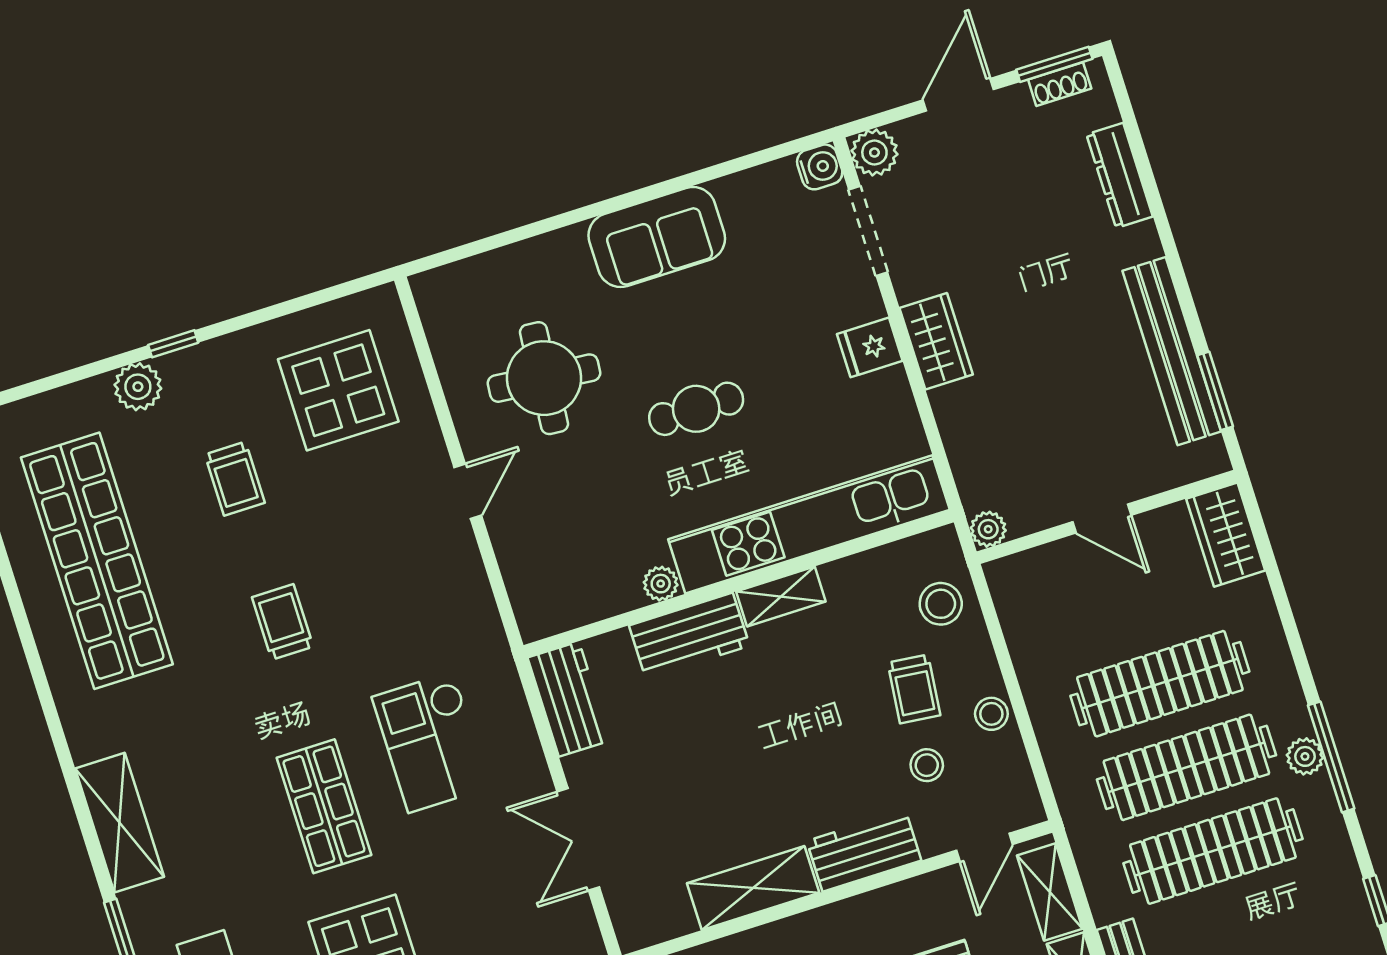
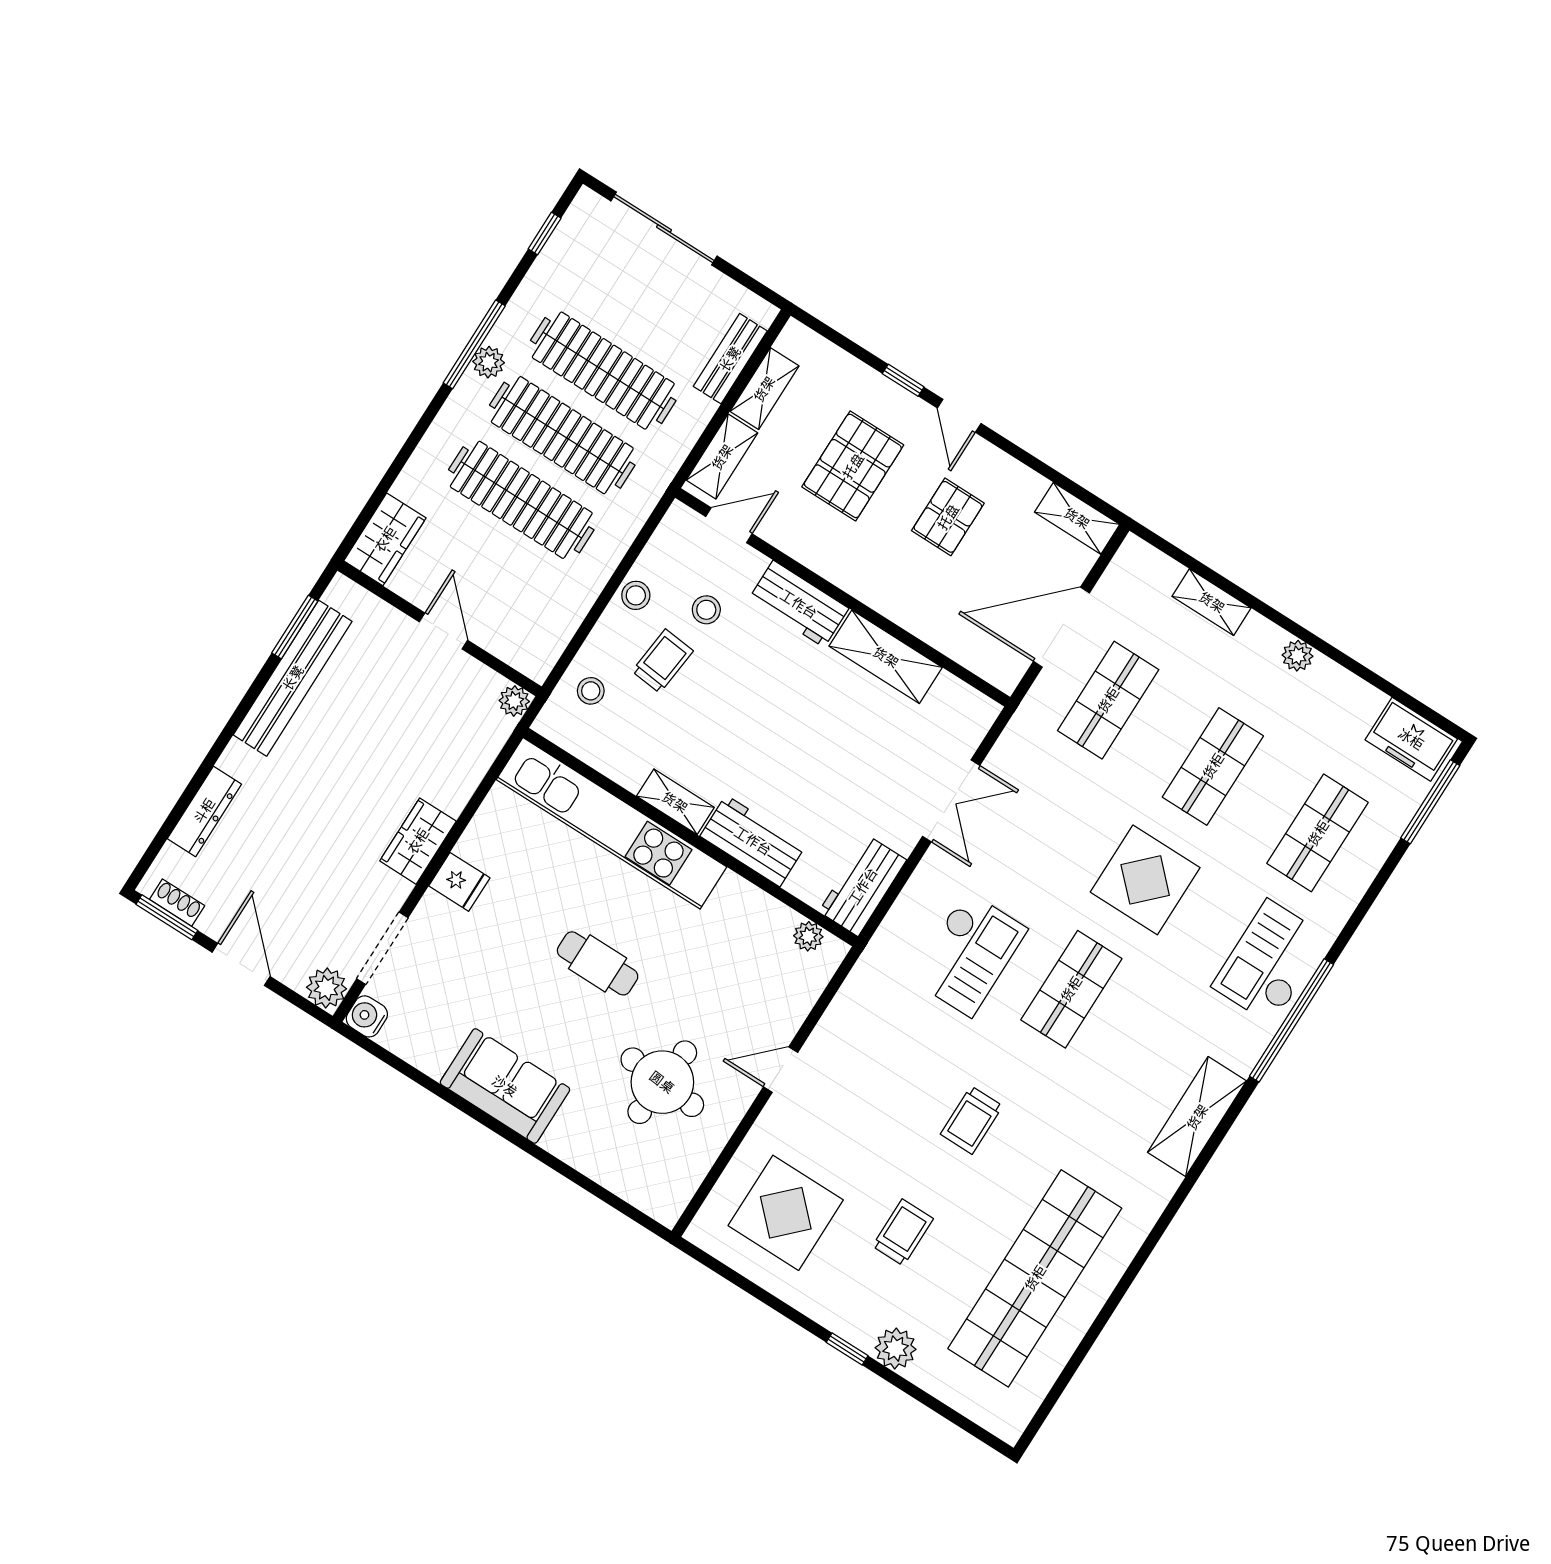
door: (958, 95) -> (241, 964), swing flipped
plant: (661, 584) -> (808, 936), moved
stool: (941, 604) -> (591, 691), width x0.73, depth x0.73

